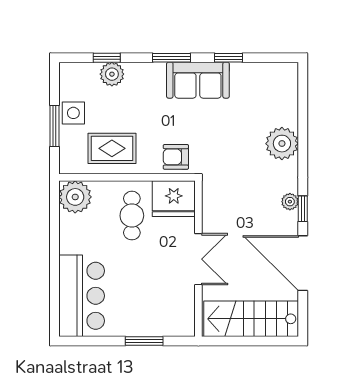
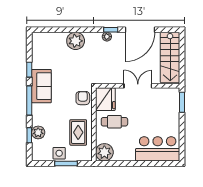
window: (171, 58) -> (29, 100), width x1.44
armchair: (176, 157) -> (83, 98), turned 180
window: (144, 341) -> (182, 102), moved

